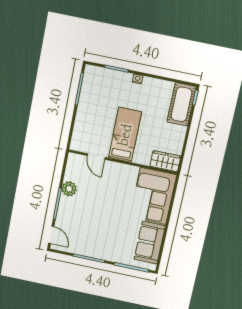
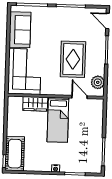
wardrobe: (165, 161) -> (35, 104), moved
plant: (69, 189) -> (98, 82), moved
rug: (96, 200) -> (73, 59), added

